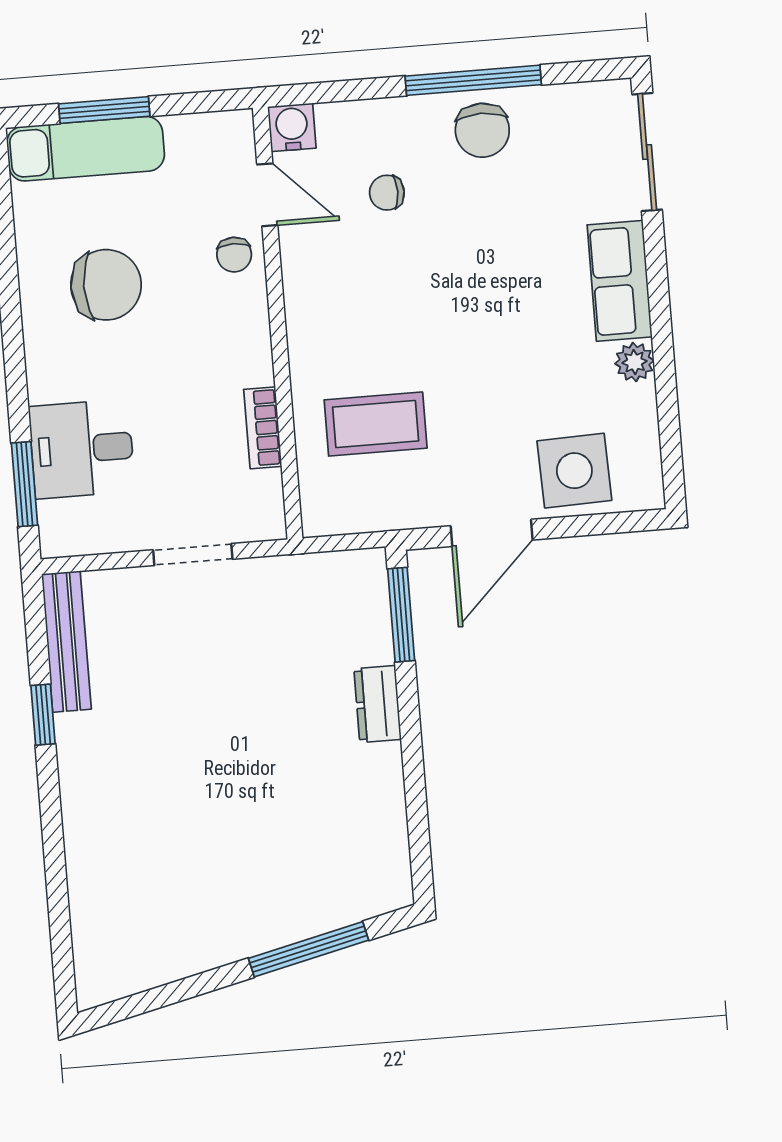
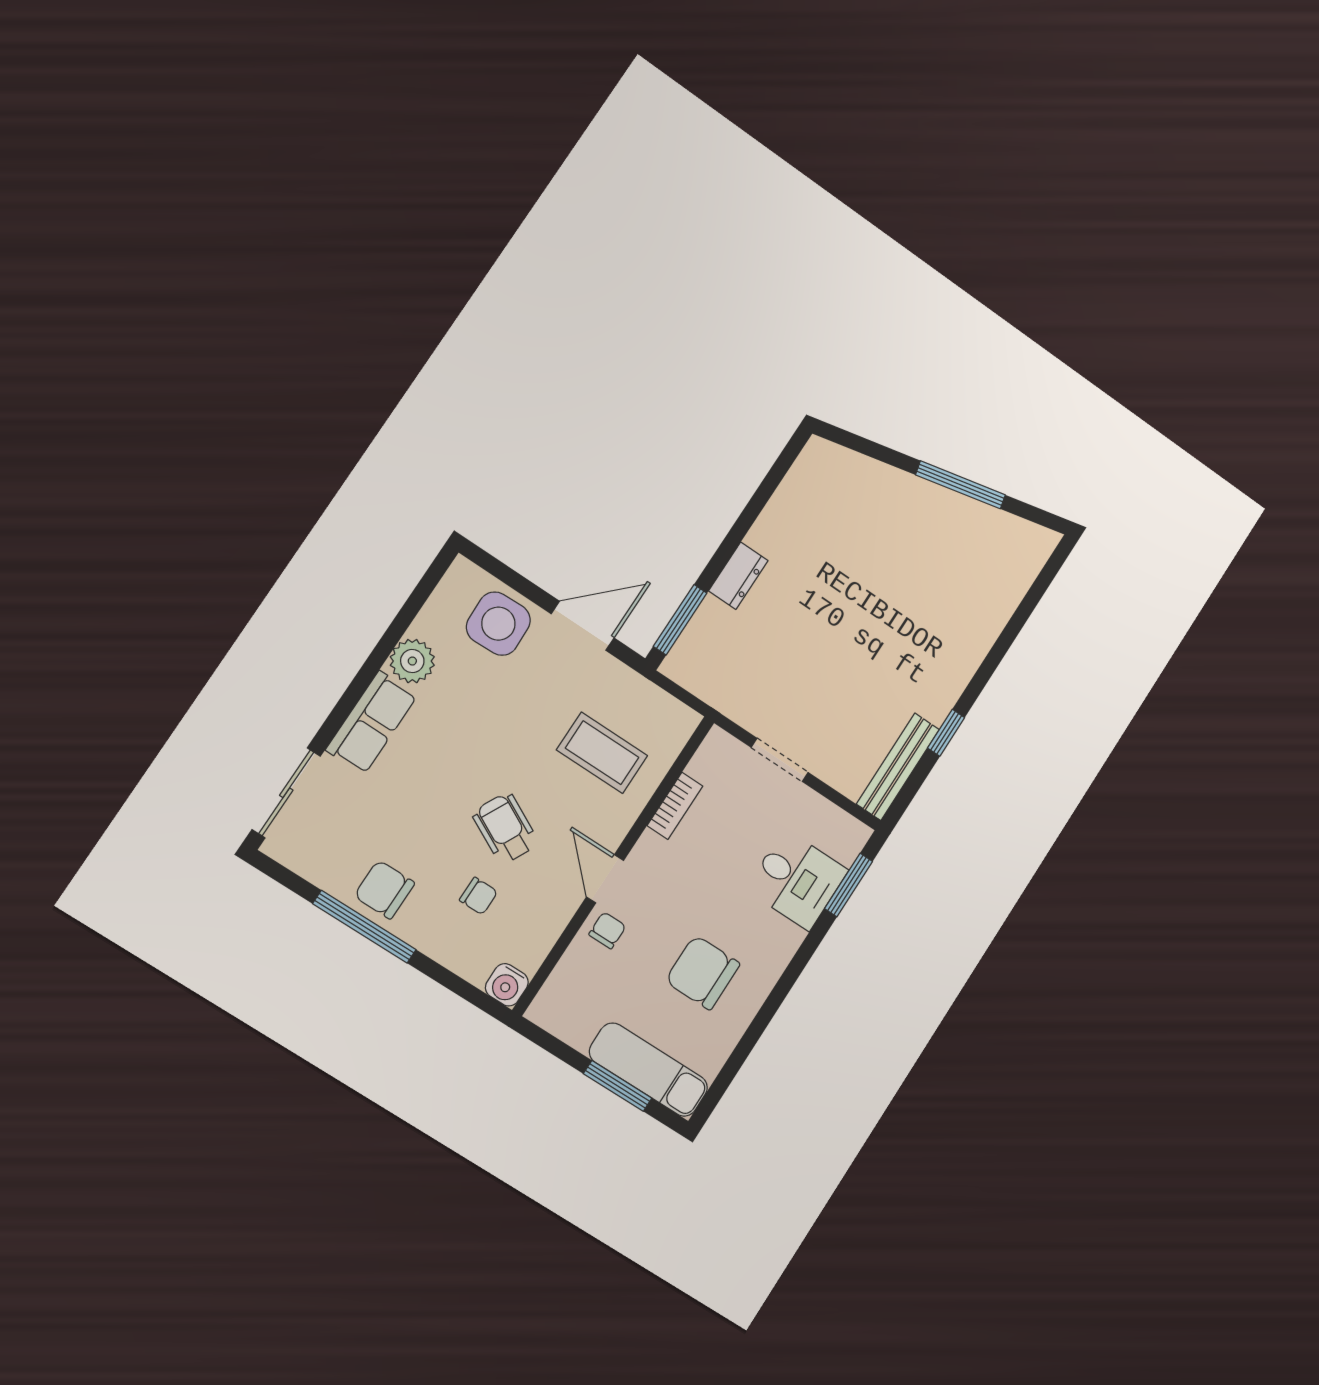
chair: (482, 130) -> (384, 890), turned -90
door: (267, 195) -> (605, 879), moved
wheelchair: (412, 278) -> (505, 828), added
plant: (634, 362) -> (412, 661), width x1.38, depth x1.38
window: (308, 949) -> (961, 485), moved

